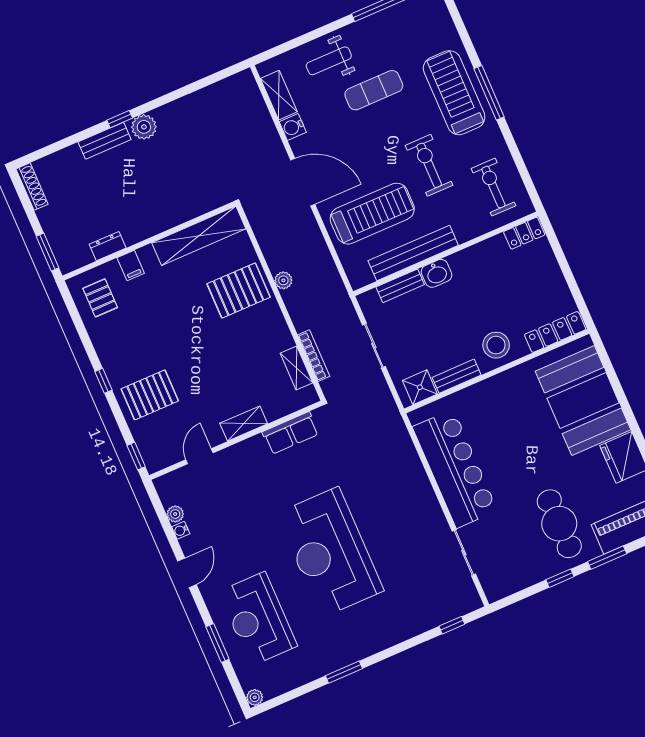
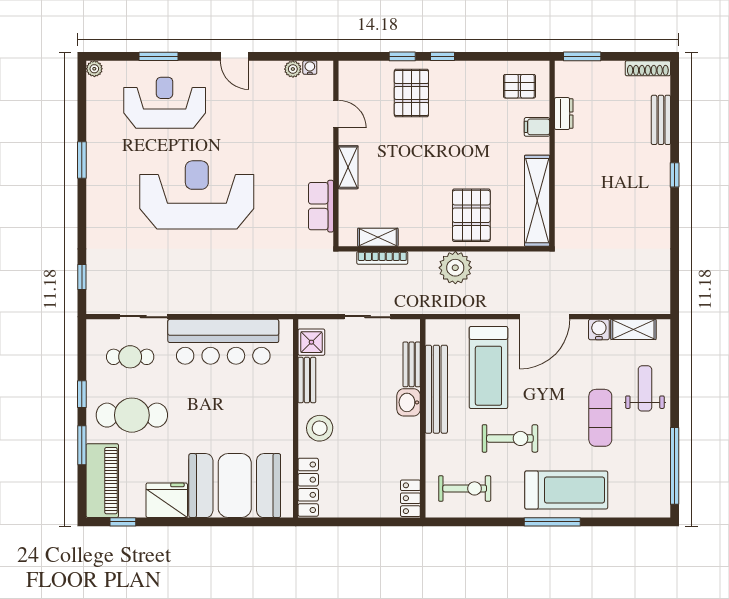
plant: (144, 127) -> (658, 194), removed
bench: (105, 141) -> (661, 120), moved
plant: (283, 280) -> (455, 268), width x1.88, depth x1.88
window: (136, 456) -> (402, 56), moved
water cooler: (181, 530) -> (310, 68), moved
cafe table: (506, 549) -> (130, 357), added

